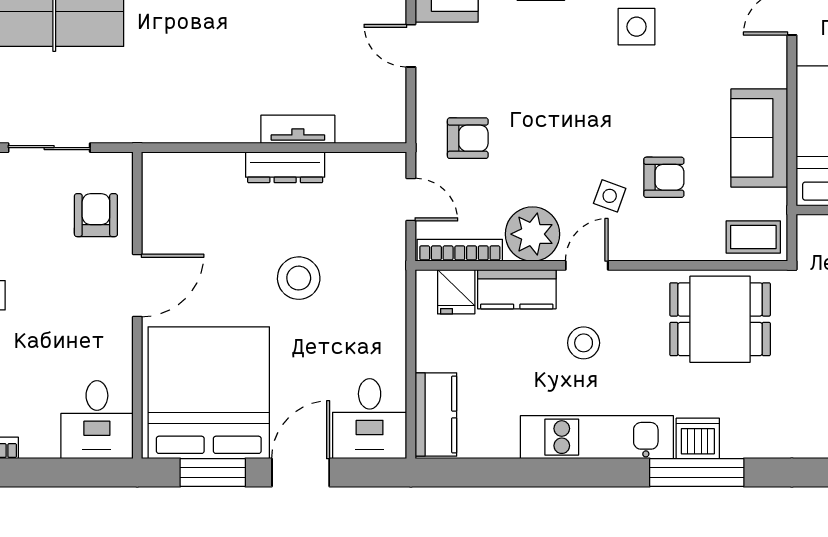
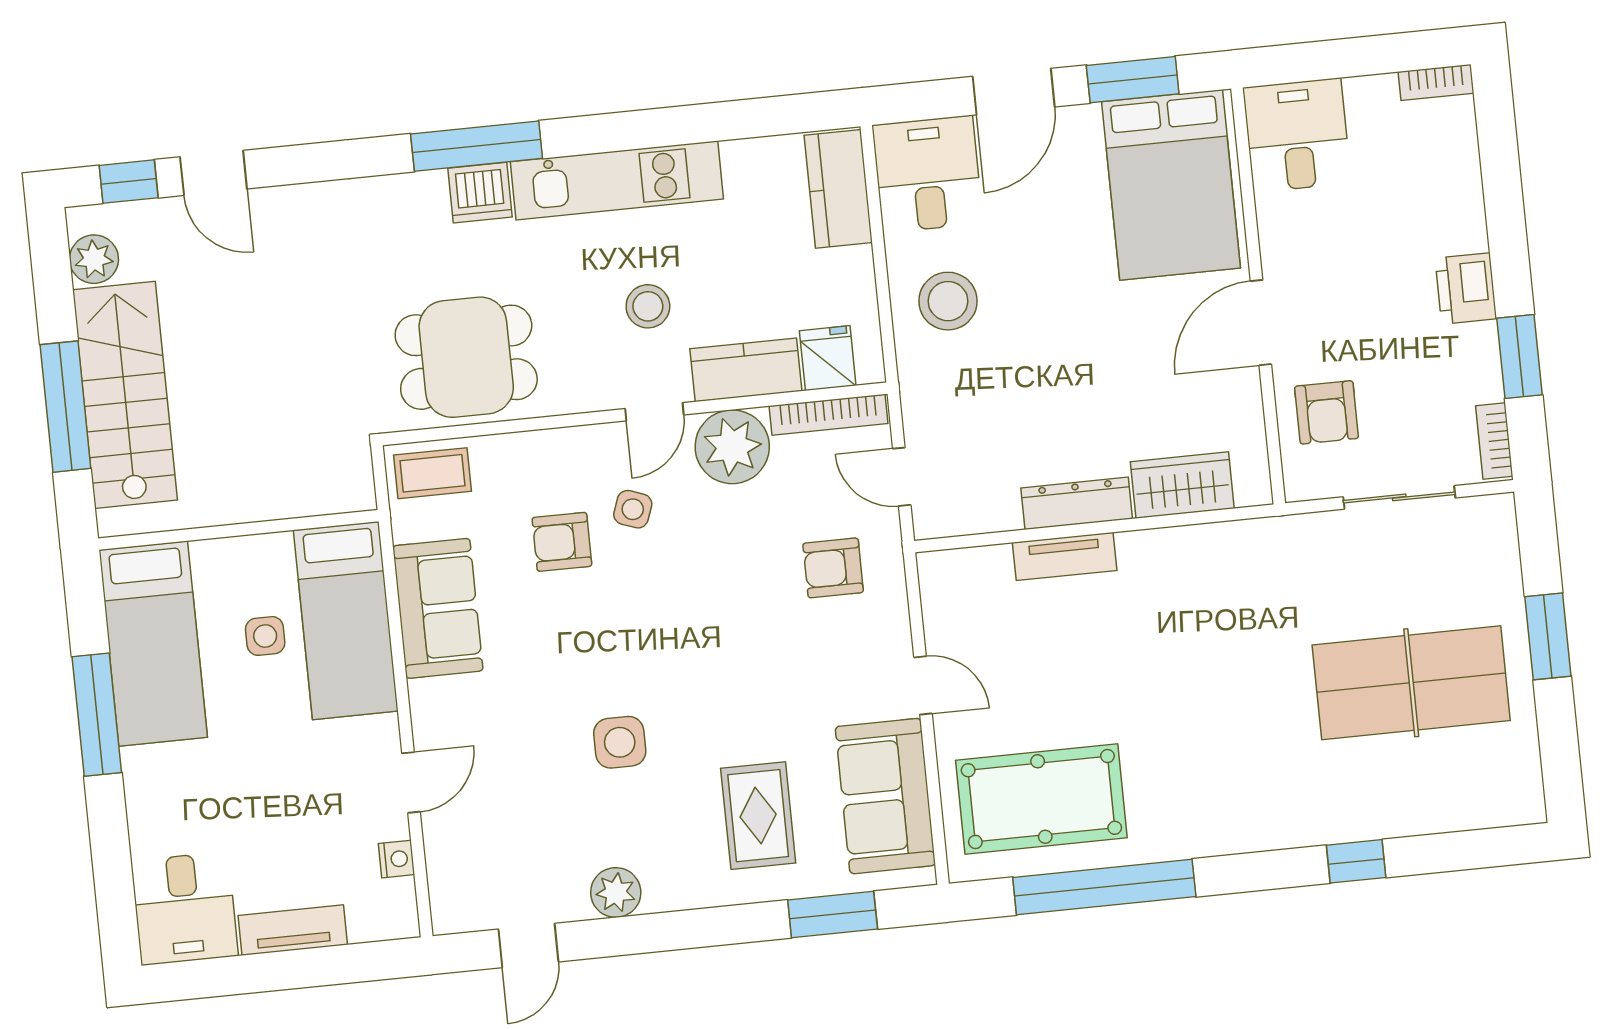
wardrobe: (207, 173) -> (1182, 485), added
stool: (299, 278) -> (948, 301), moved
bed: (209, 393) -> (1171, 185), width x0.73

